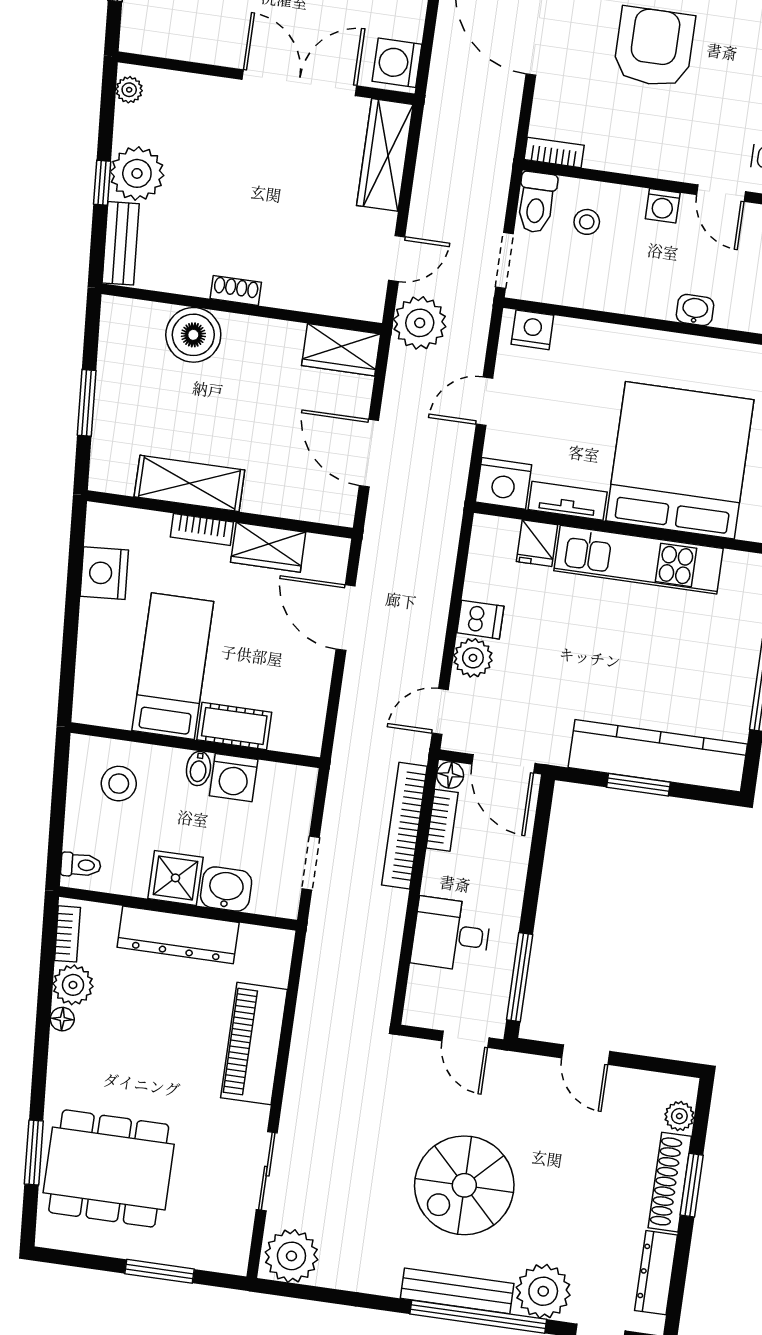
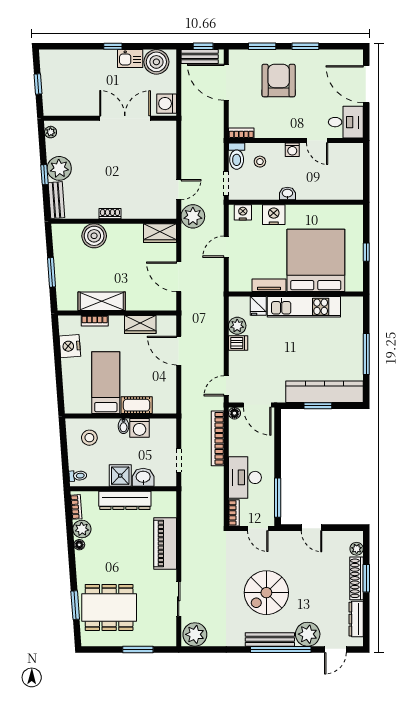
wardrobe: (385, 155) -> (167, 145), removed
washbasin: (695, 310) -> (287, 193), moved
nightstand: (504, 483) -> (274, 215), moved, turned 180
bookcase: (202, 529) -> (95, 321), moved
plant: (473, 658) -> (237, 326), moved
bookcase: (442, 820) -> (234, 513), moved
desk: (451, 934) -> (245, 477), width x1.37

